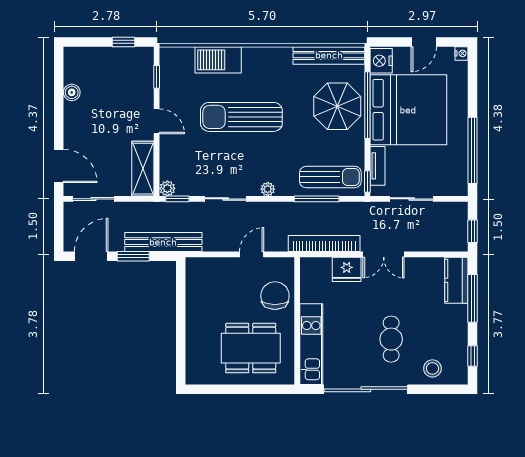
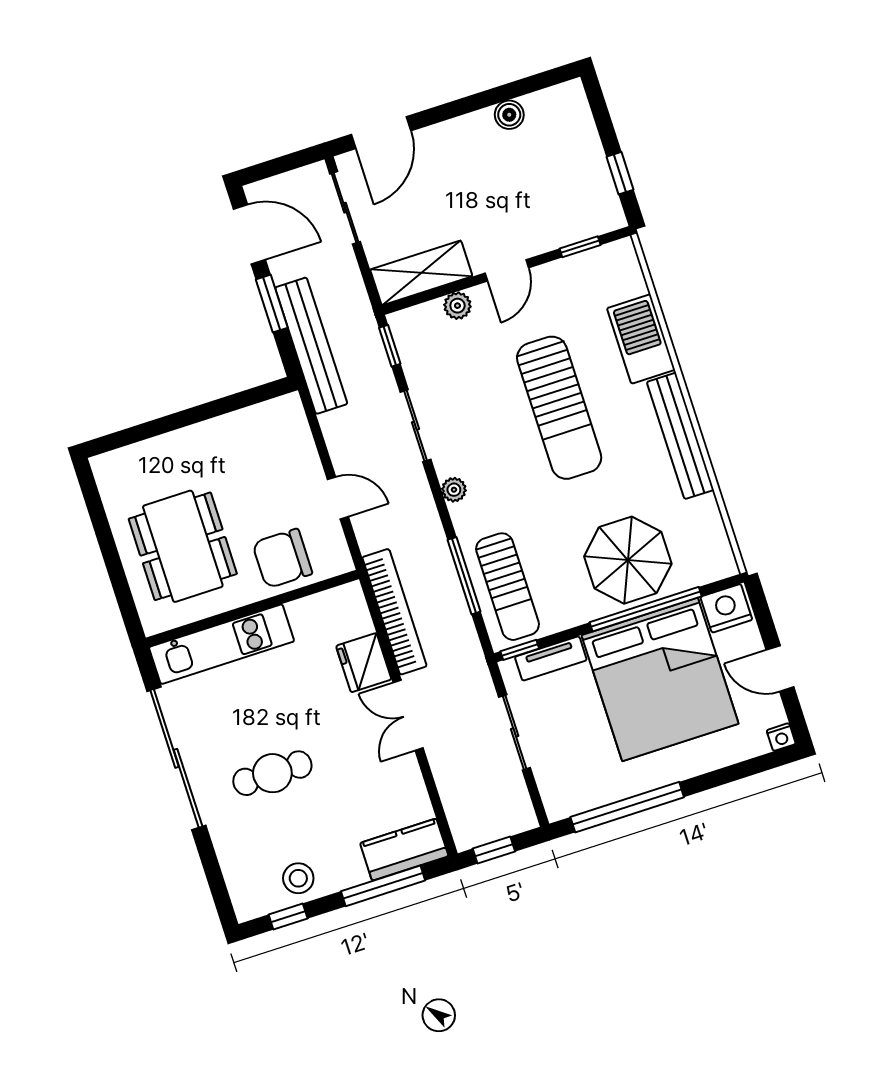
bench: (329, 55) -> (680, 436), moved
sun lounger: (241, 117) -> (559, 408), turned 180
plant: (167, 188) -> (457, 306), moved
chair: (275, 296) -> (282, 558), turned 180
stool: (432, 368) -> (298, 878), moved

